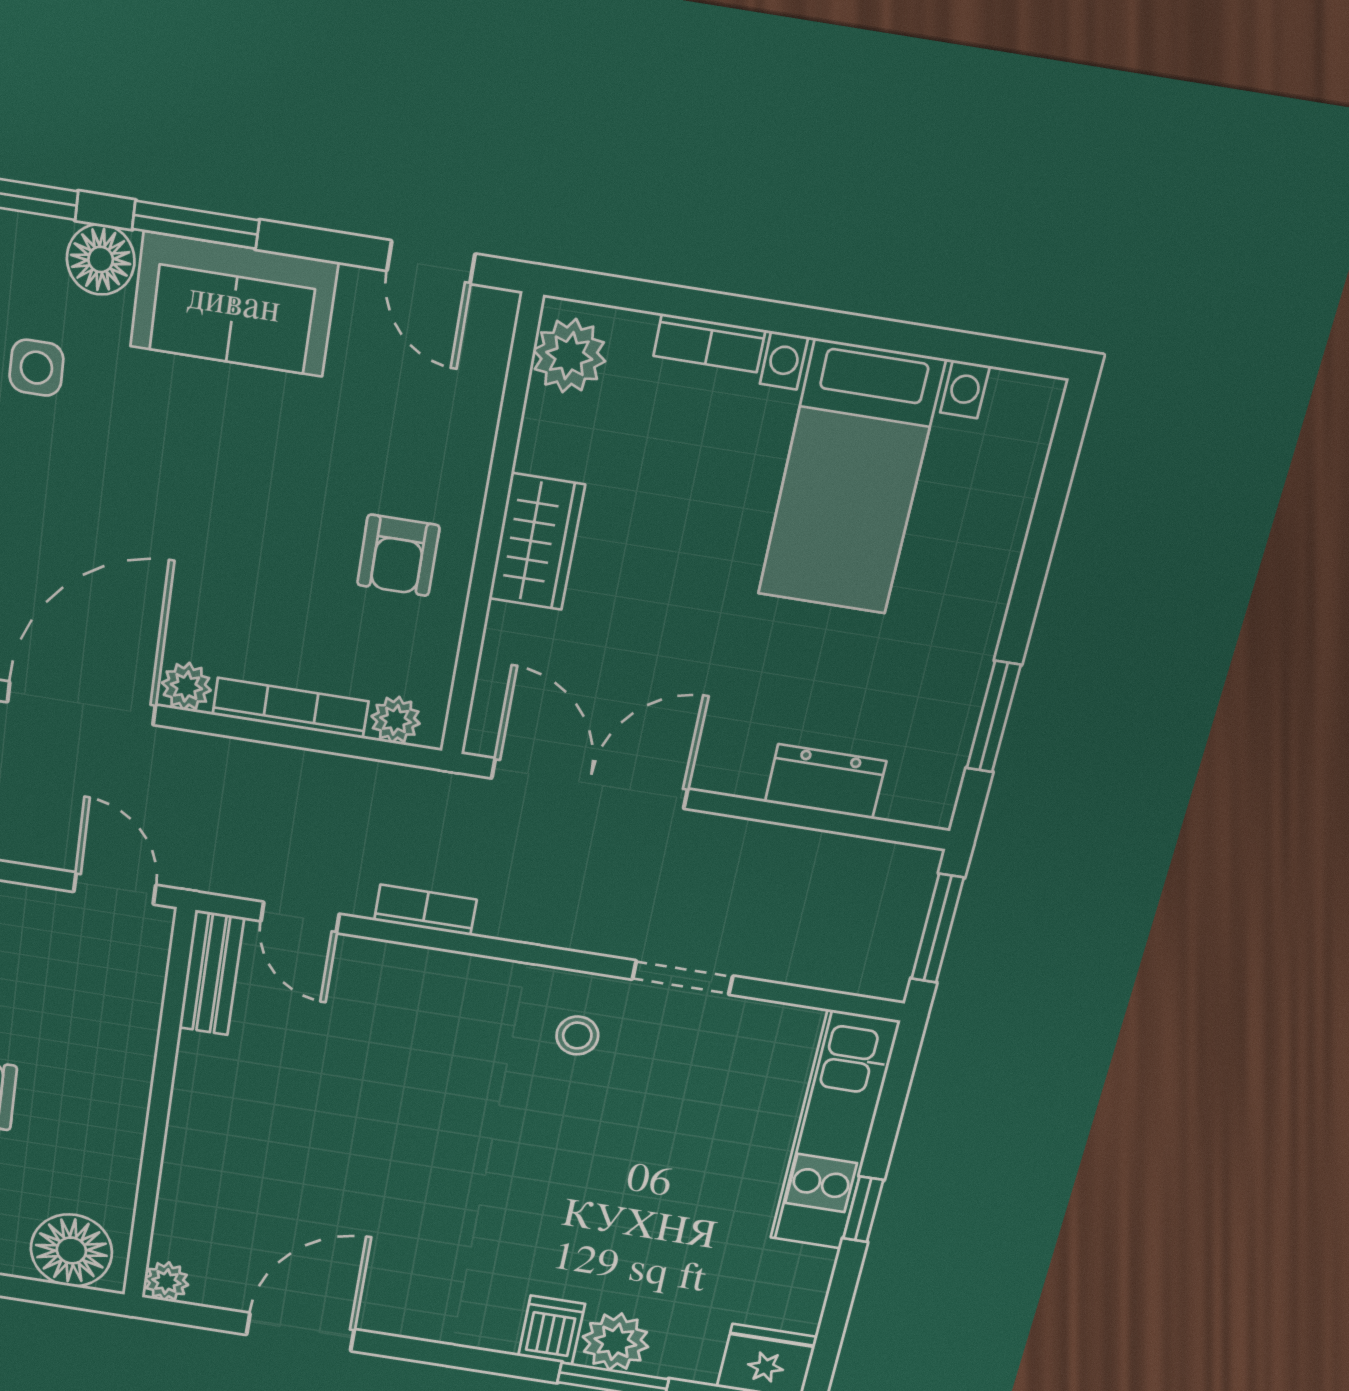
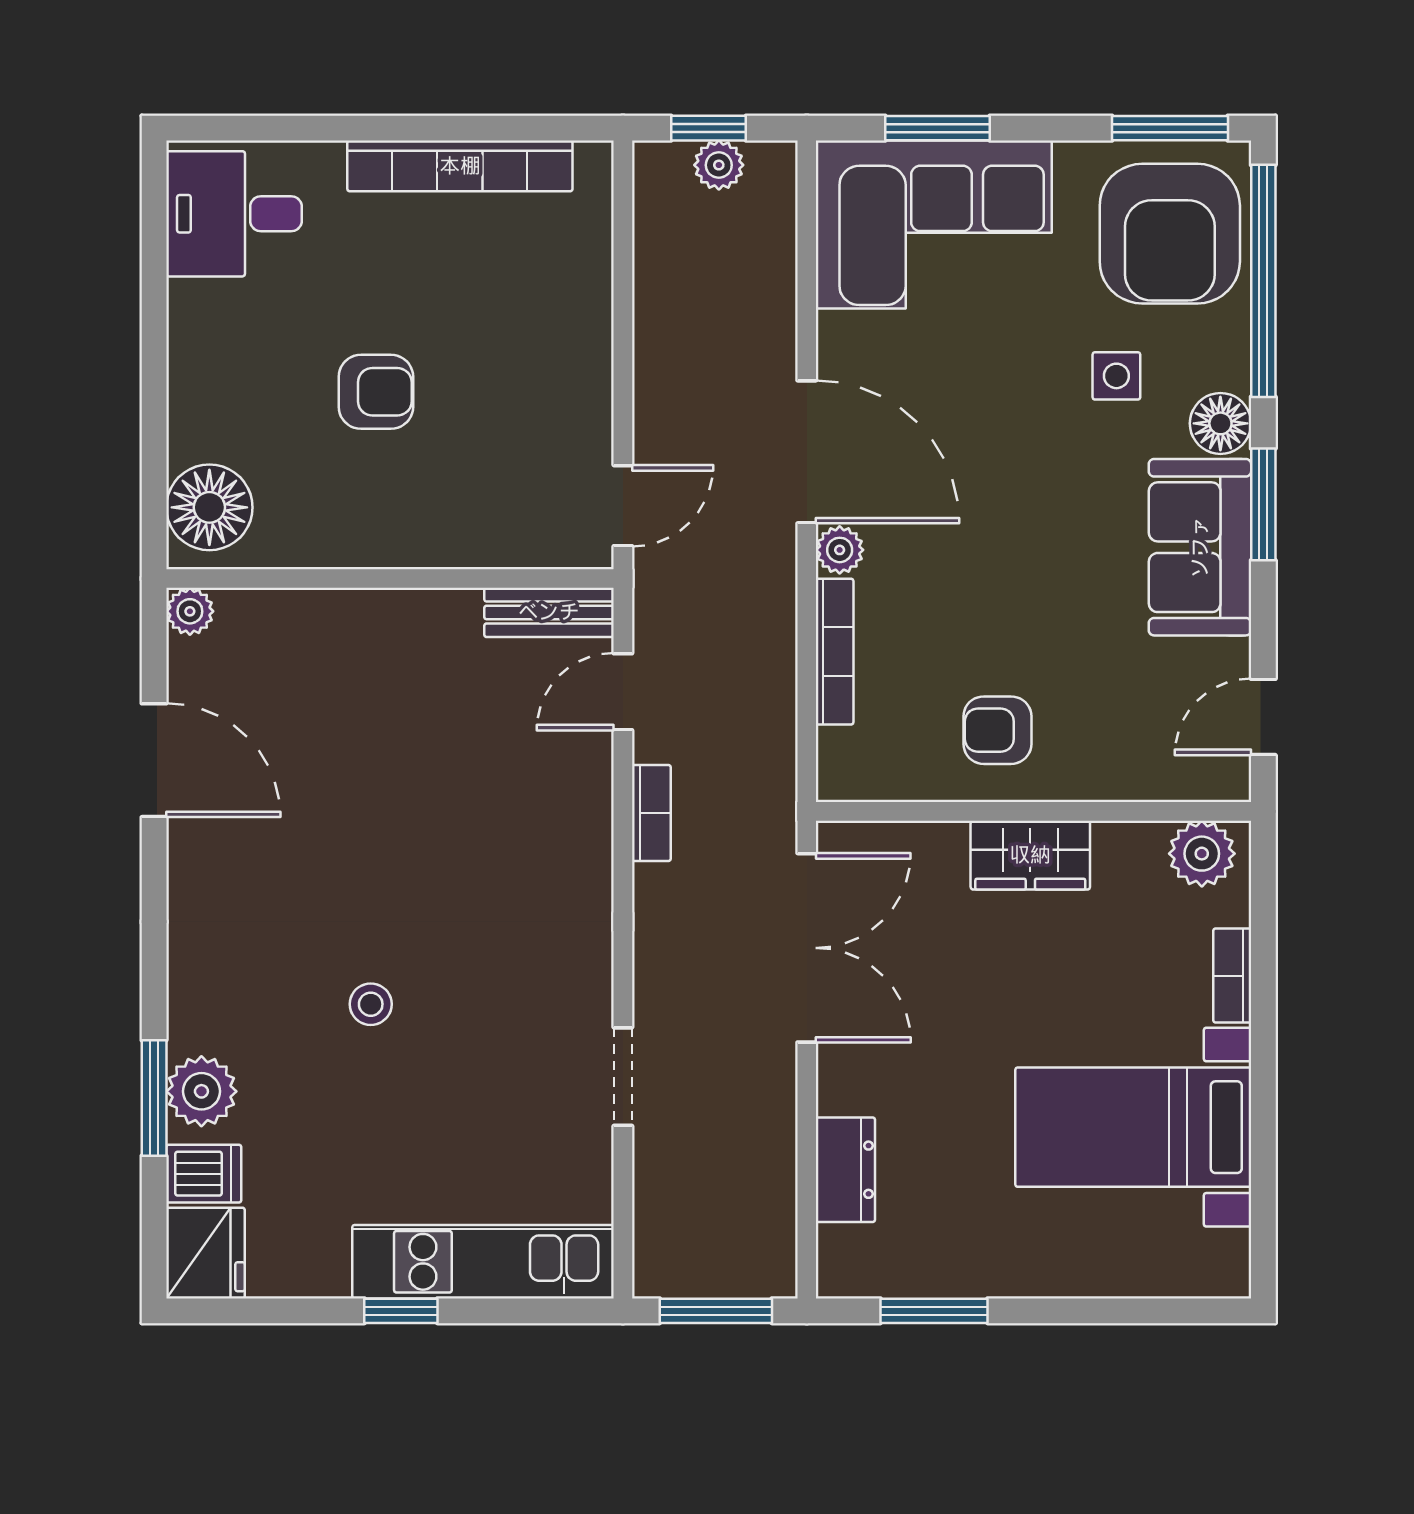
plant: (396, 720) -> (839, 753), removed
stool: (577, 1036) -> (371, 1004), moved
dishwasher: (551, 1330) -> (204, 1174), moved

